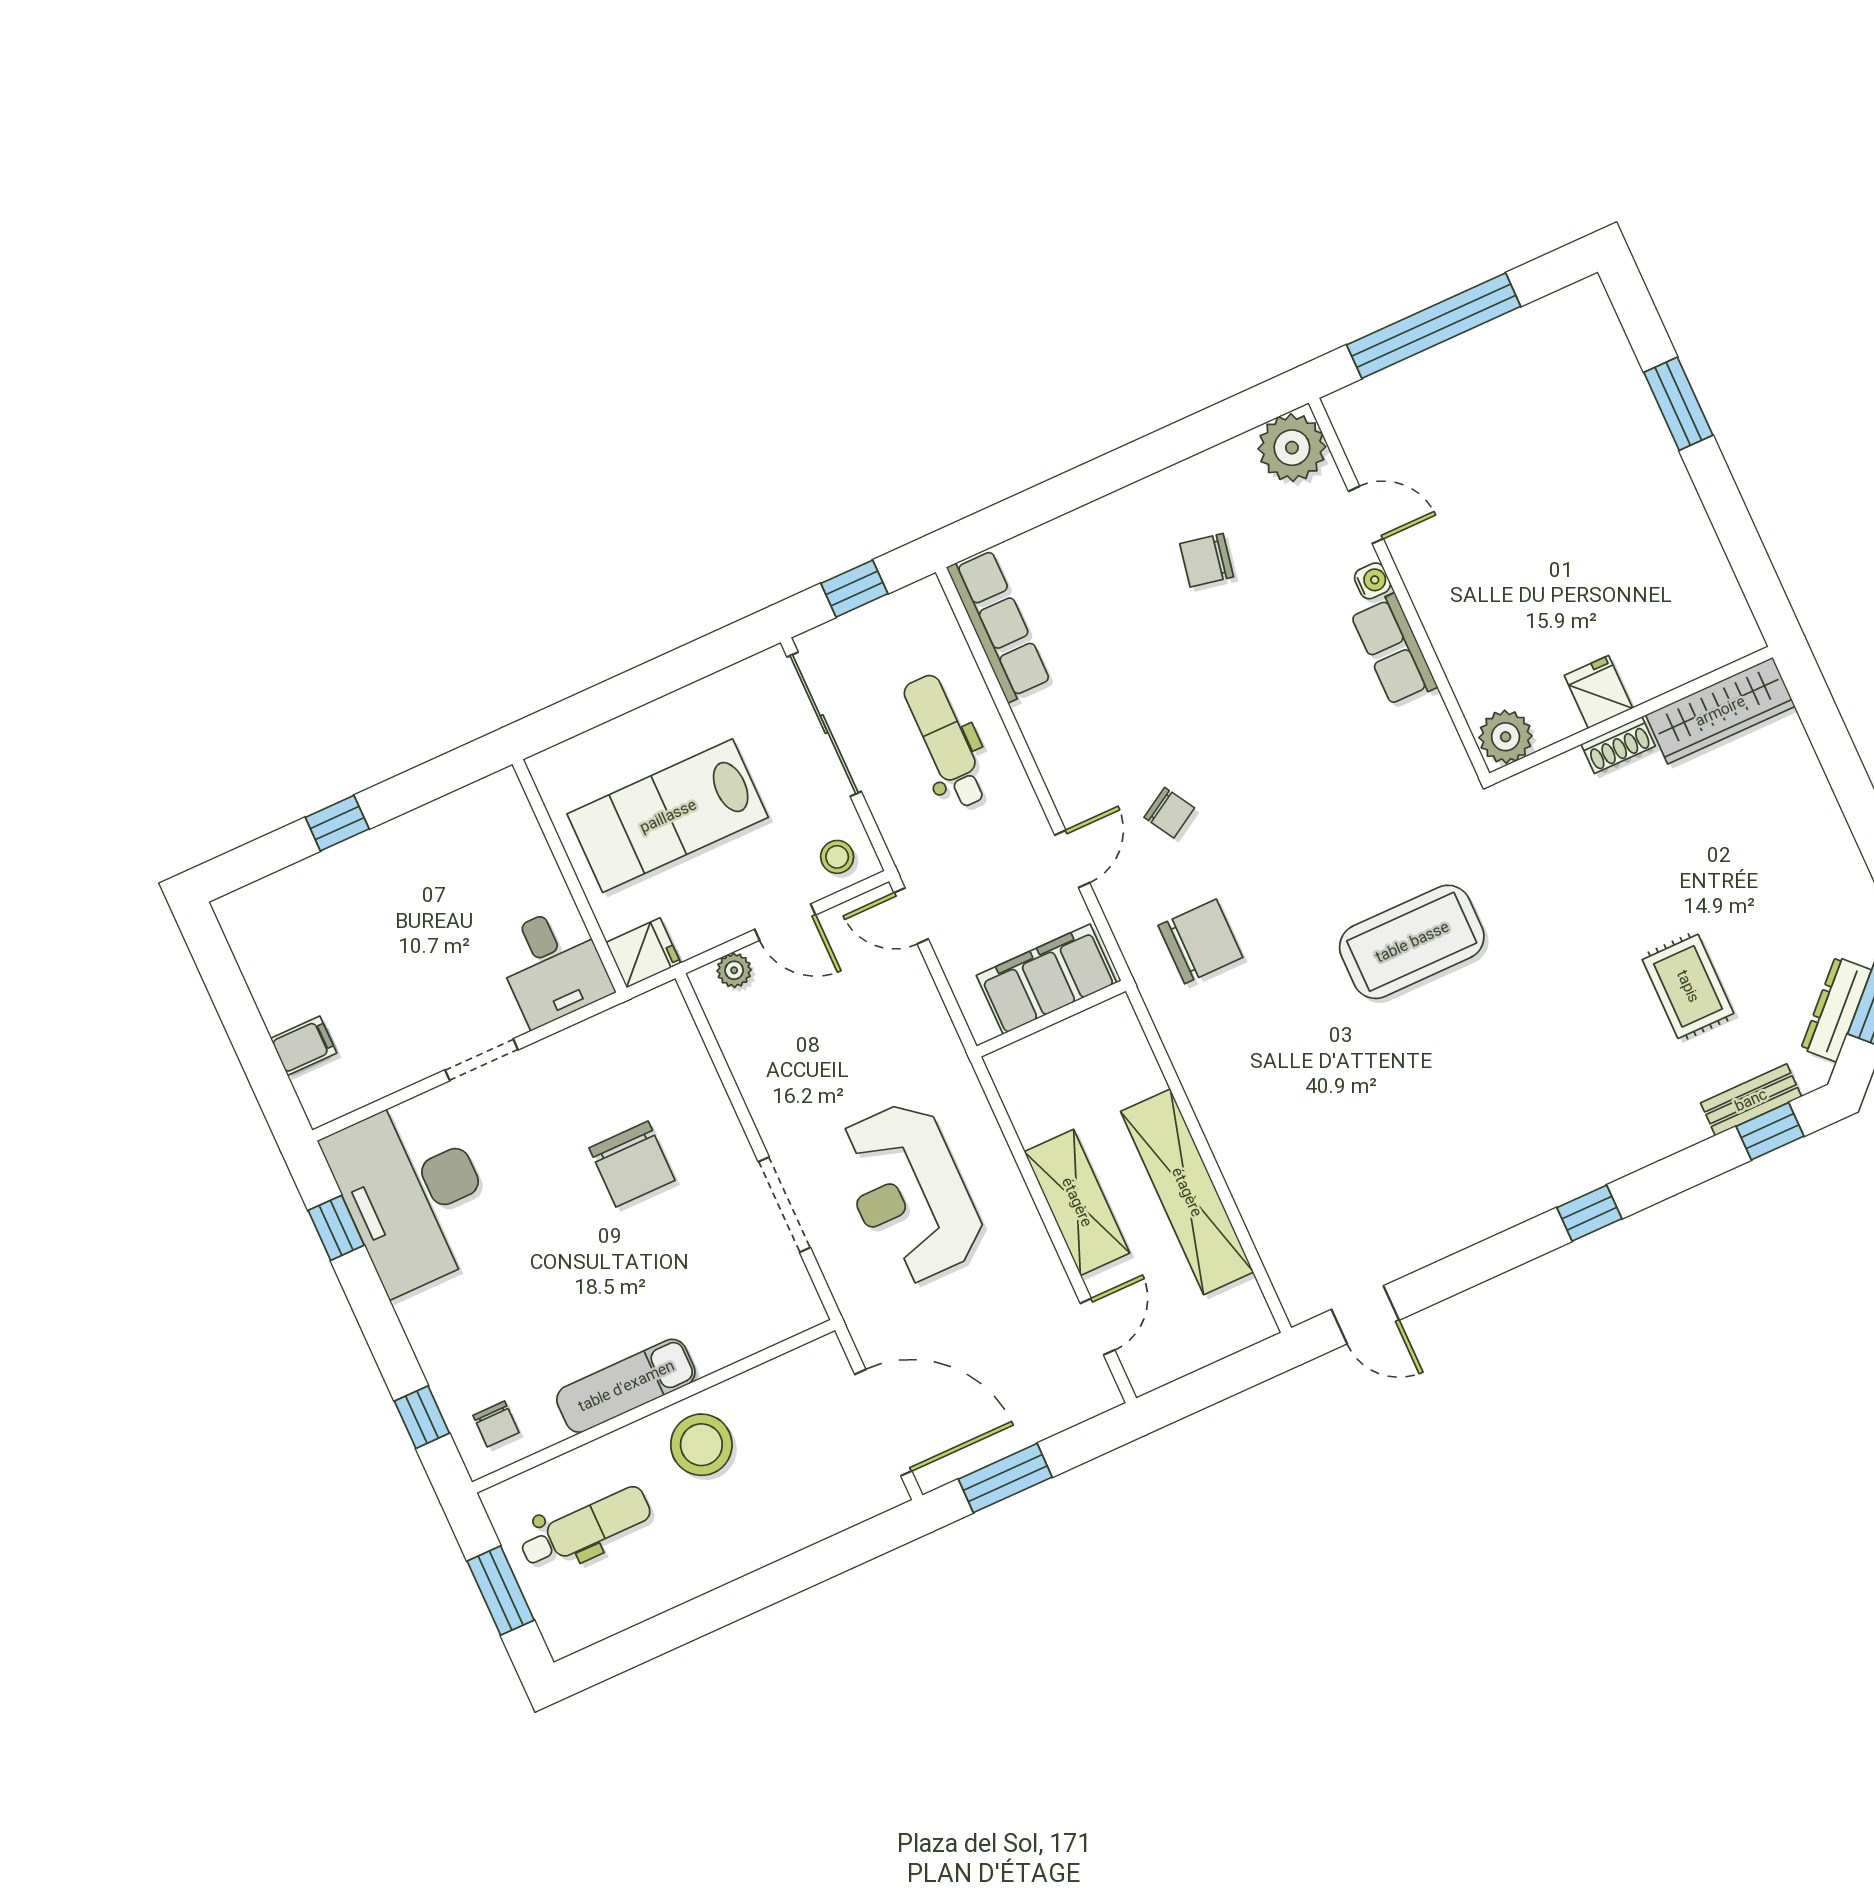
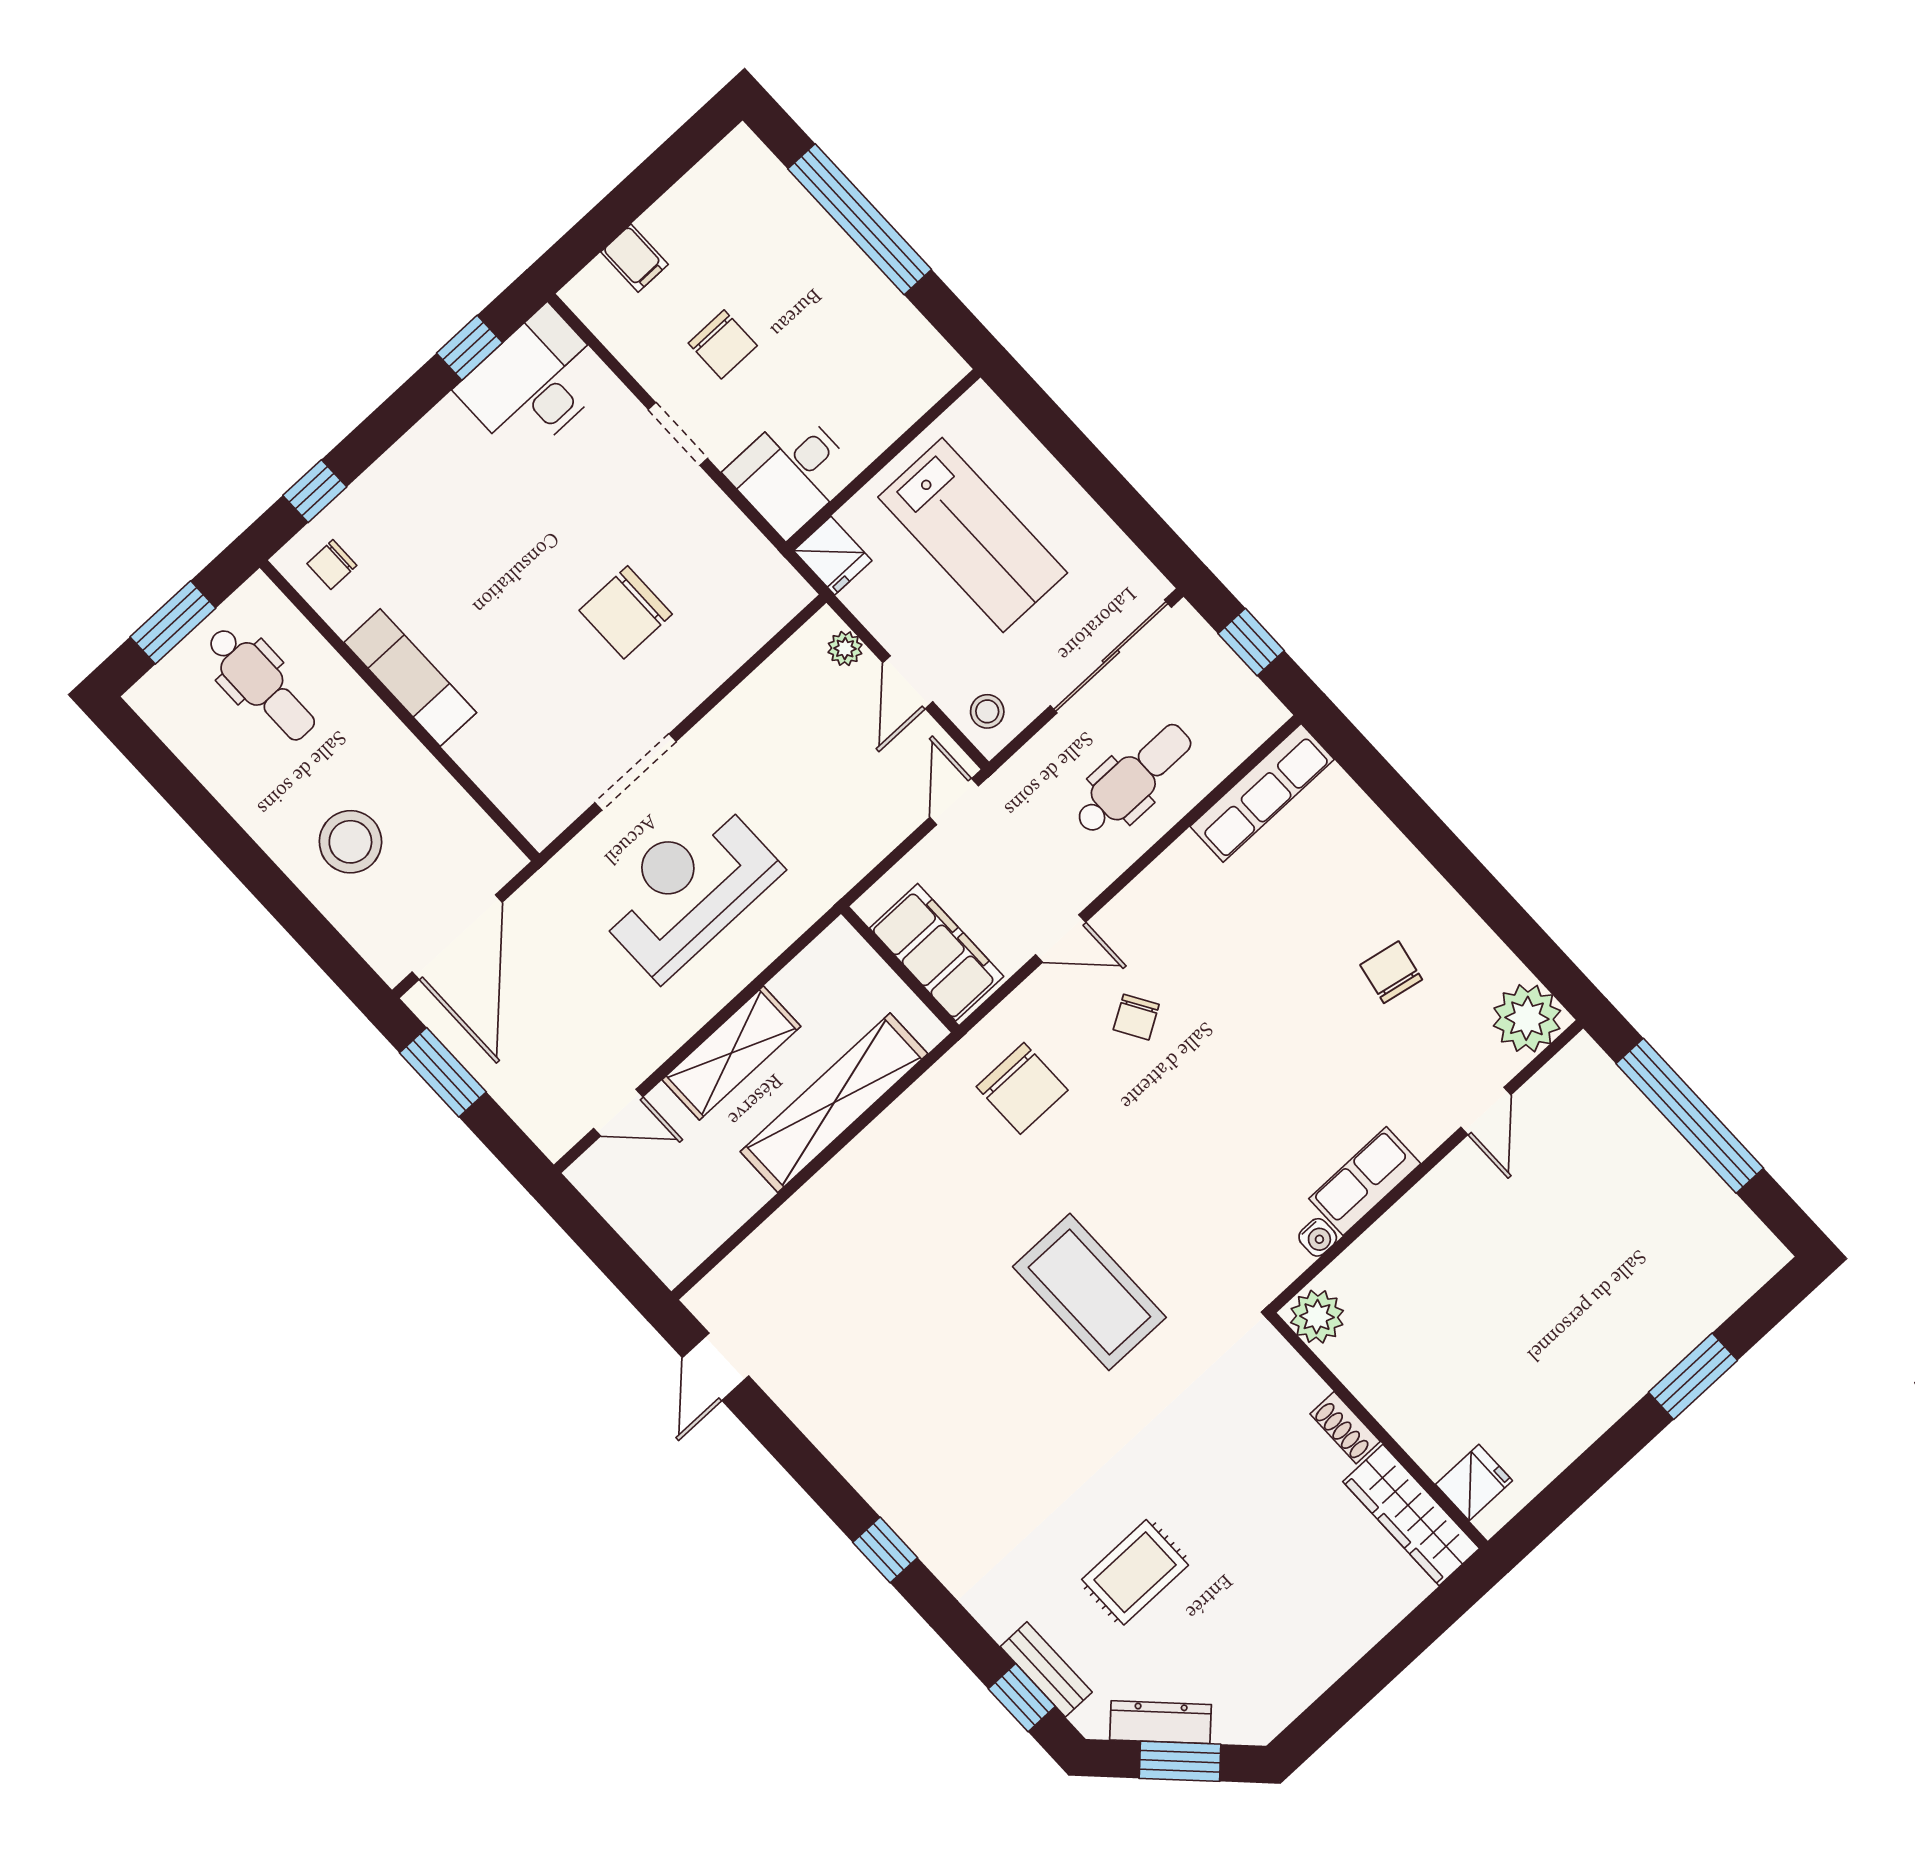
water cooler: (1372, 581) -> (1318, 1237), moved
fridge: (1598, 692) -> (1474, 1482), moved
lab bench: (668, 816) -> (973, 535), turned 180
window: (337, 823) -> (860, 219), width x3.17
chair: (412, 990) -> (723, 344), added
shelving: (1187, 1192) -> (834, 1103), moved
desk: (413, 1193) -> (534, 383), width x0.73, depth x0.77
stool: (701, 1445) -> (350, 842), moved

